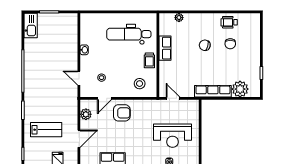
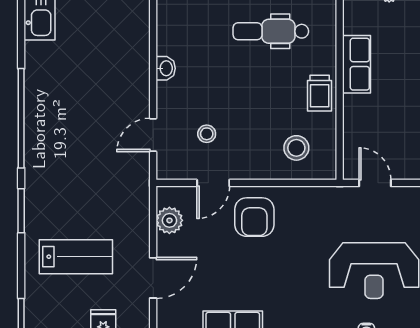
dental chair: (129, 34) -> (271, 31), width x0.73, depth x0.72
door: (79, 78) -> (153, 135), hinge flipped
armchair: (122, 113) -> (254, 217), turned 90

